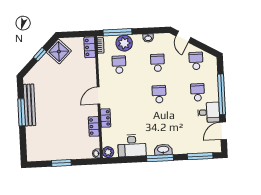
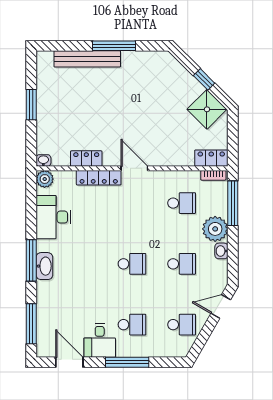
plant: (124, 43) -> (215, 229), moved
window: (222, 94) -> (127, 362), width x0.68
bench: (29, 105) -> (87, 59), moved
locker: (106, 118) -> (99, 178), width x1.53

